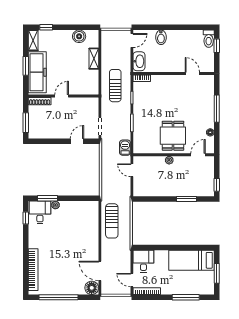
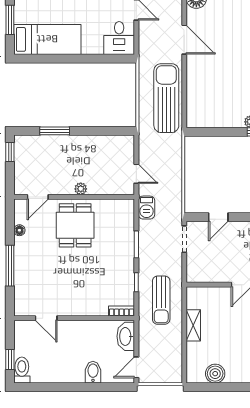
shelving: (94, 59) -> (193, 325), moved
sun lounger: (112, 221) -> (166, 98), width x1.36, depth x1.34
door: (100, 271) -> (184, 40), moved

